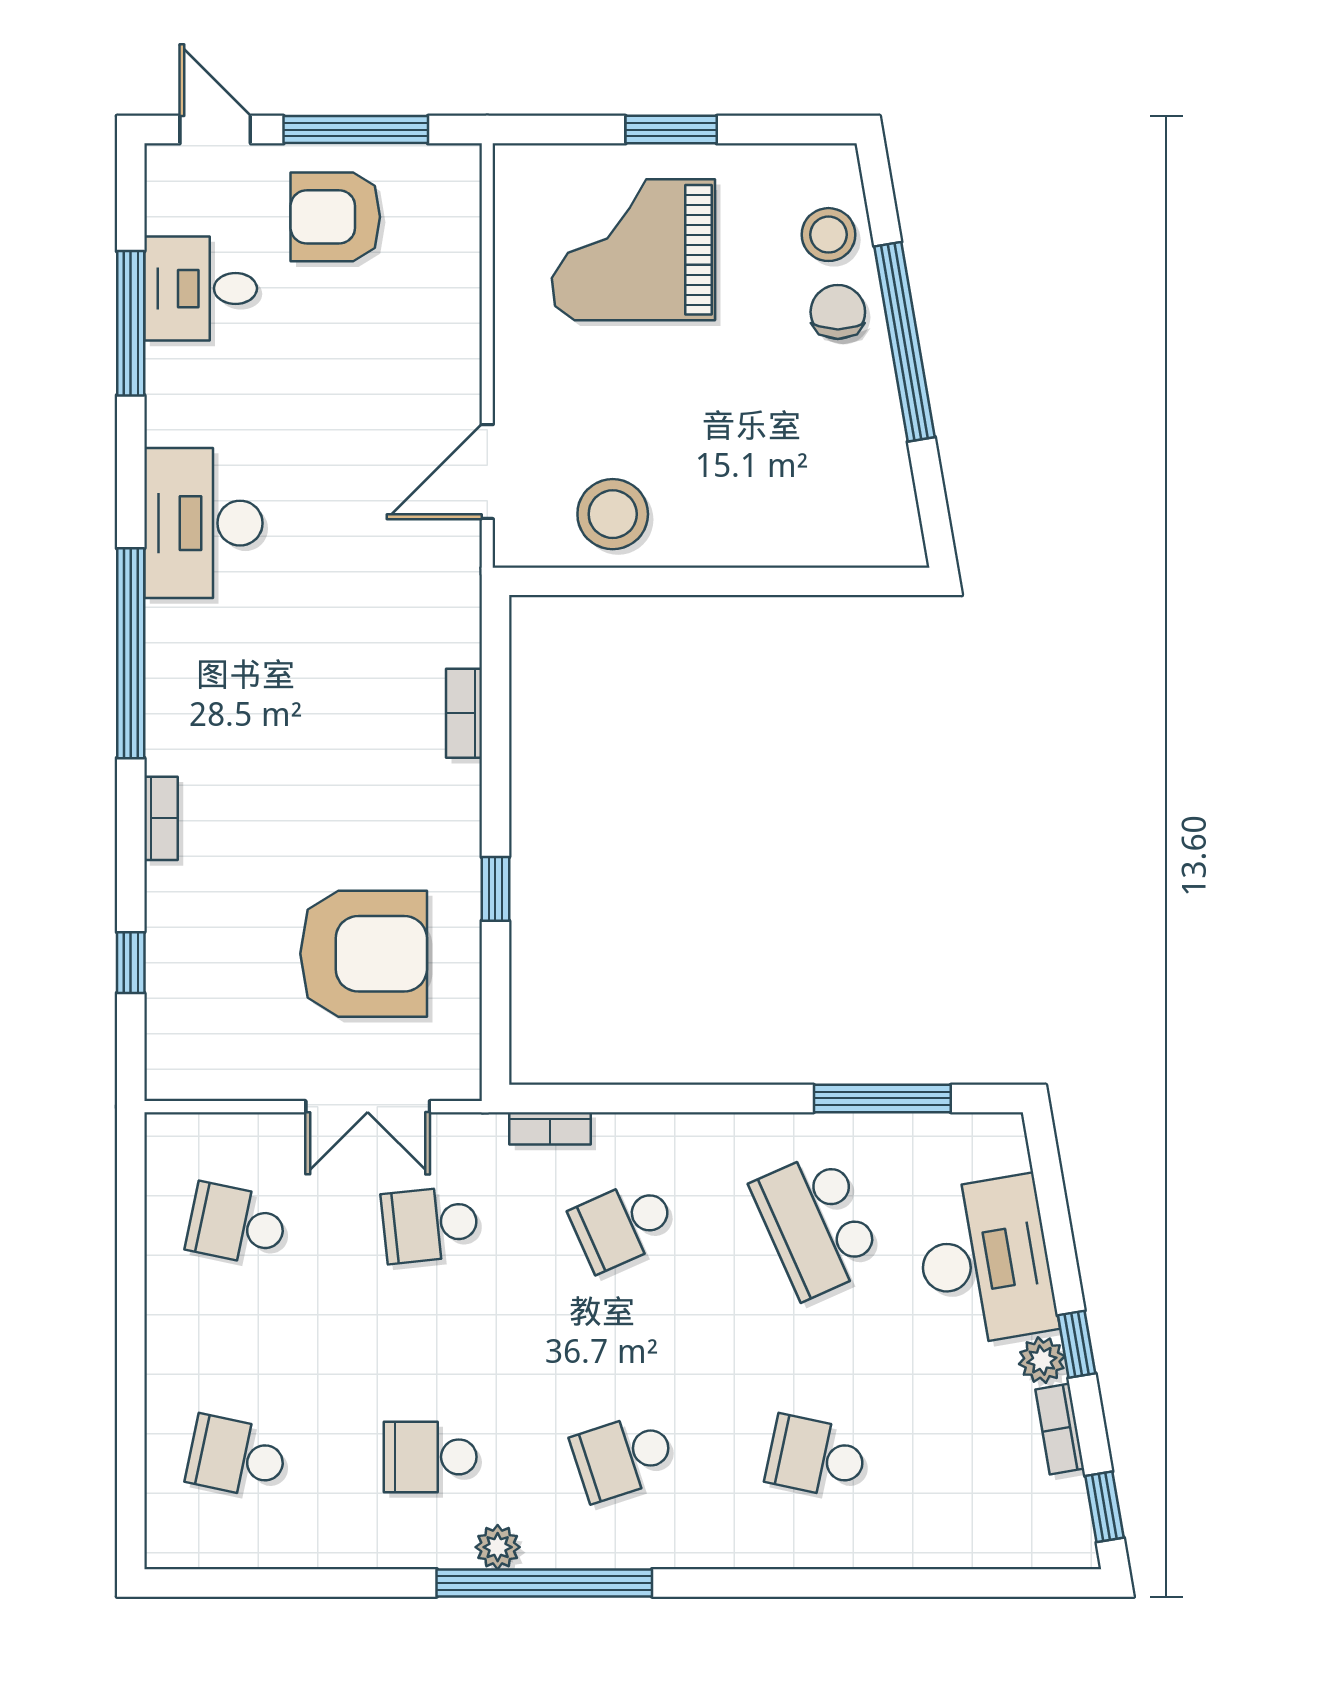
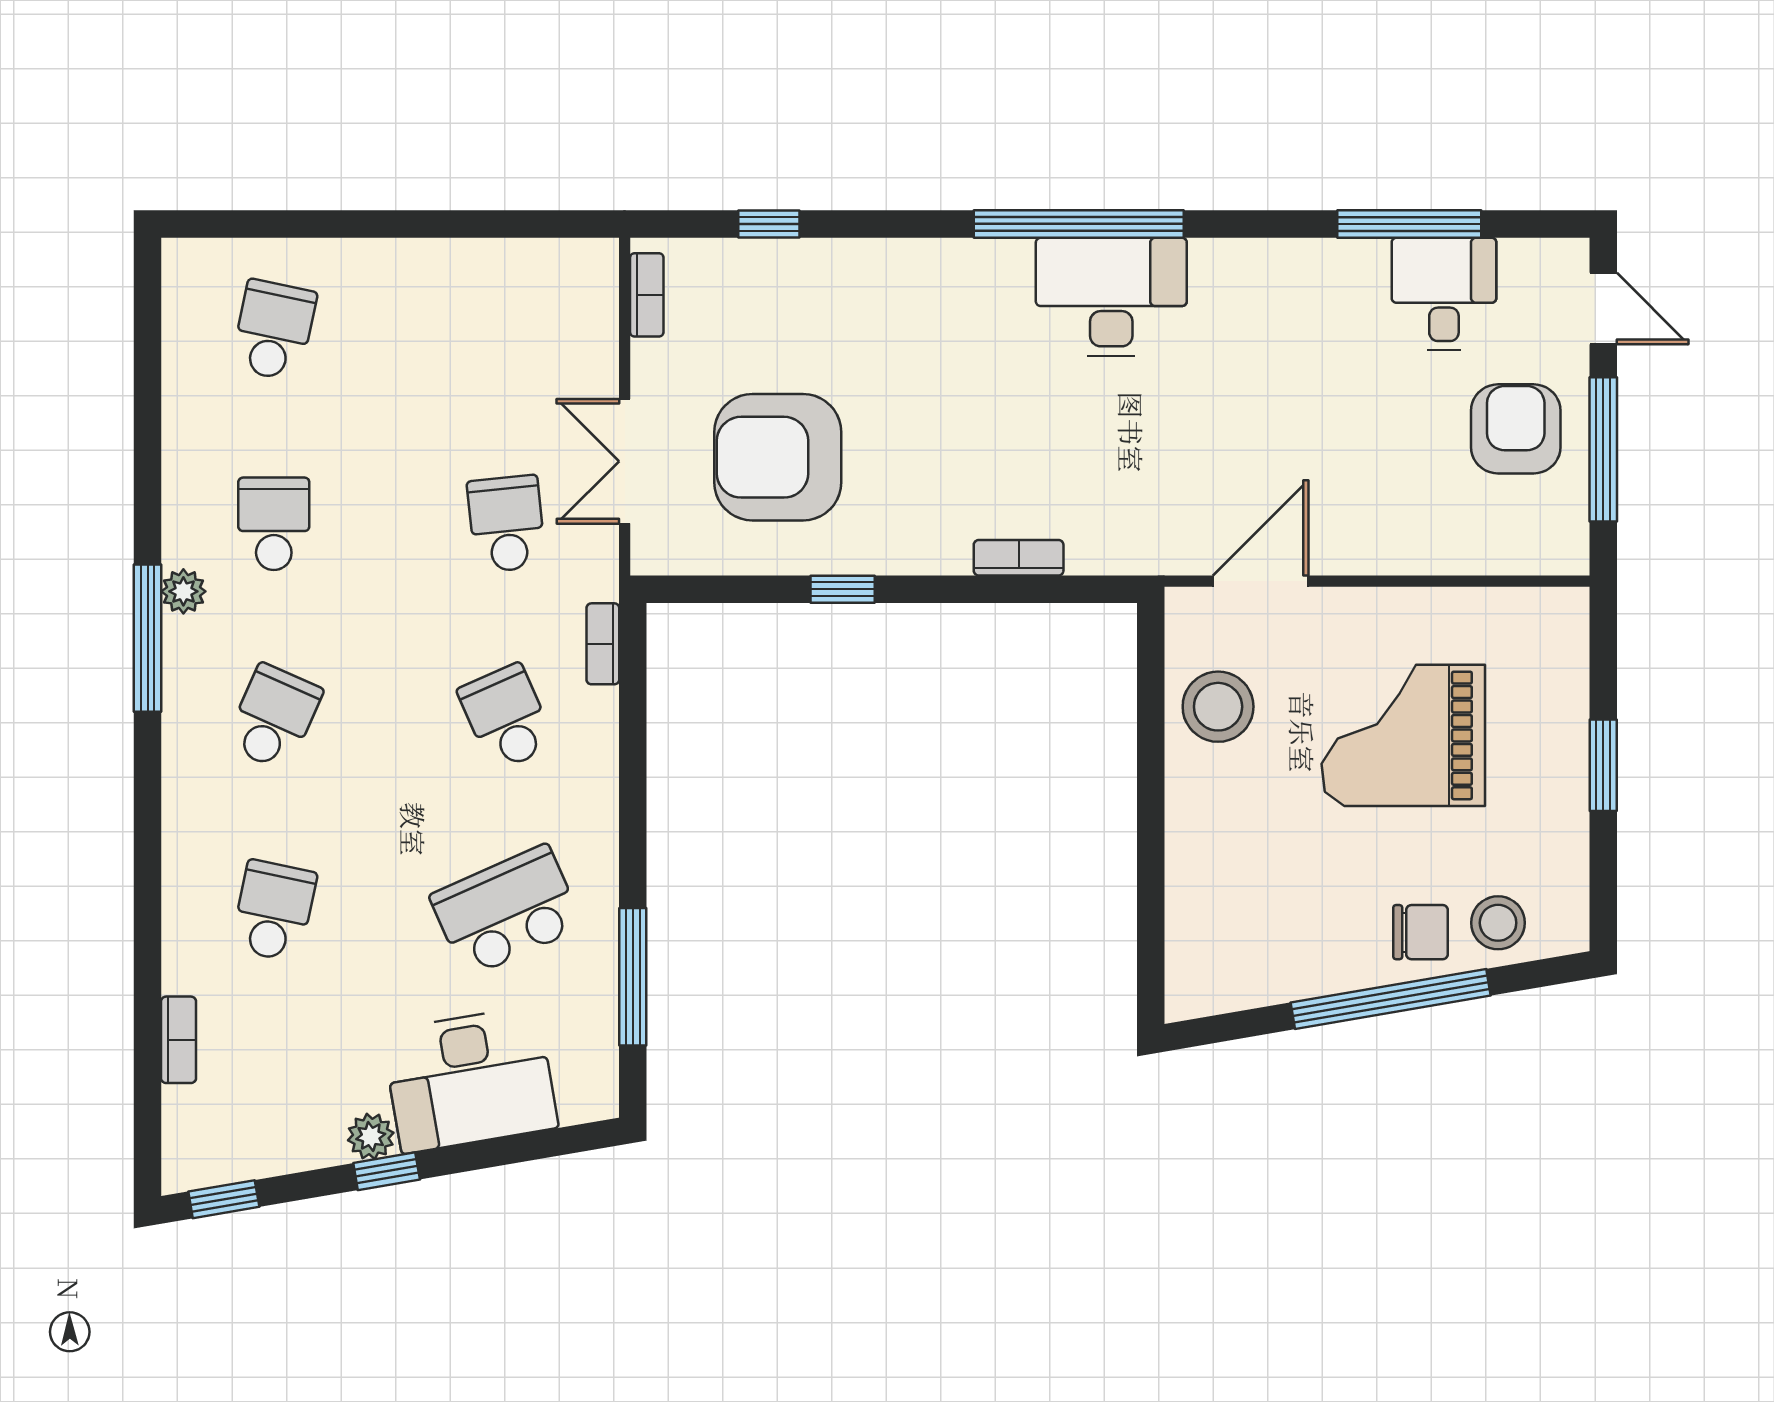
door: (215, 130) -> (1603, 309), hinge flipped
grand piano: (633, 250) -> (1403, 735), moved, turned -90
door: (487, 472) -> (1261, 581), hinge flipped
desk: (203, 523) -> (1111, 297), moved
bookcase: (161, 818) -> (647, 295), moved, turned -90
armchair: (364, 954) -> (778, 457), turned 90
school desk: (237, 1225) -> (506, 330), removed
bookcase: (1060, 1429) -> (178, 1040), moved, turned 100
school desk: (623, 1457) -> (274, 717), turned 42
window: (544, 1583) -> (148, 638), width x0.68

